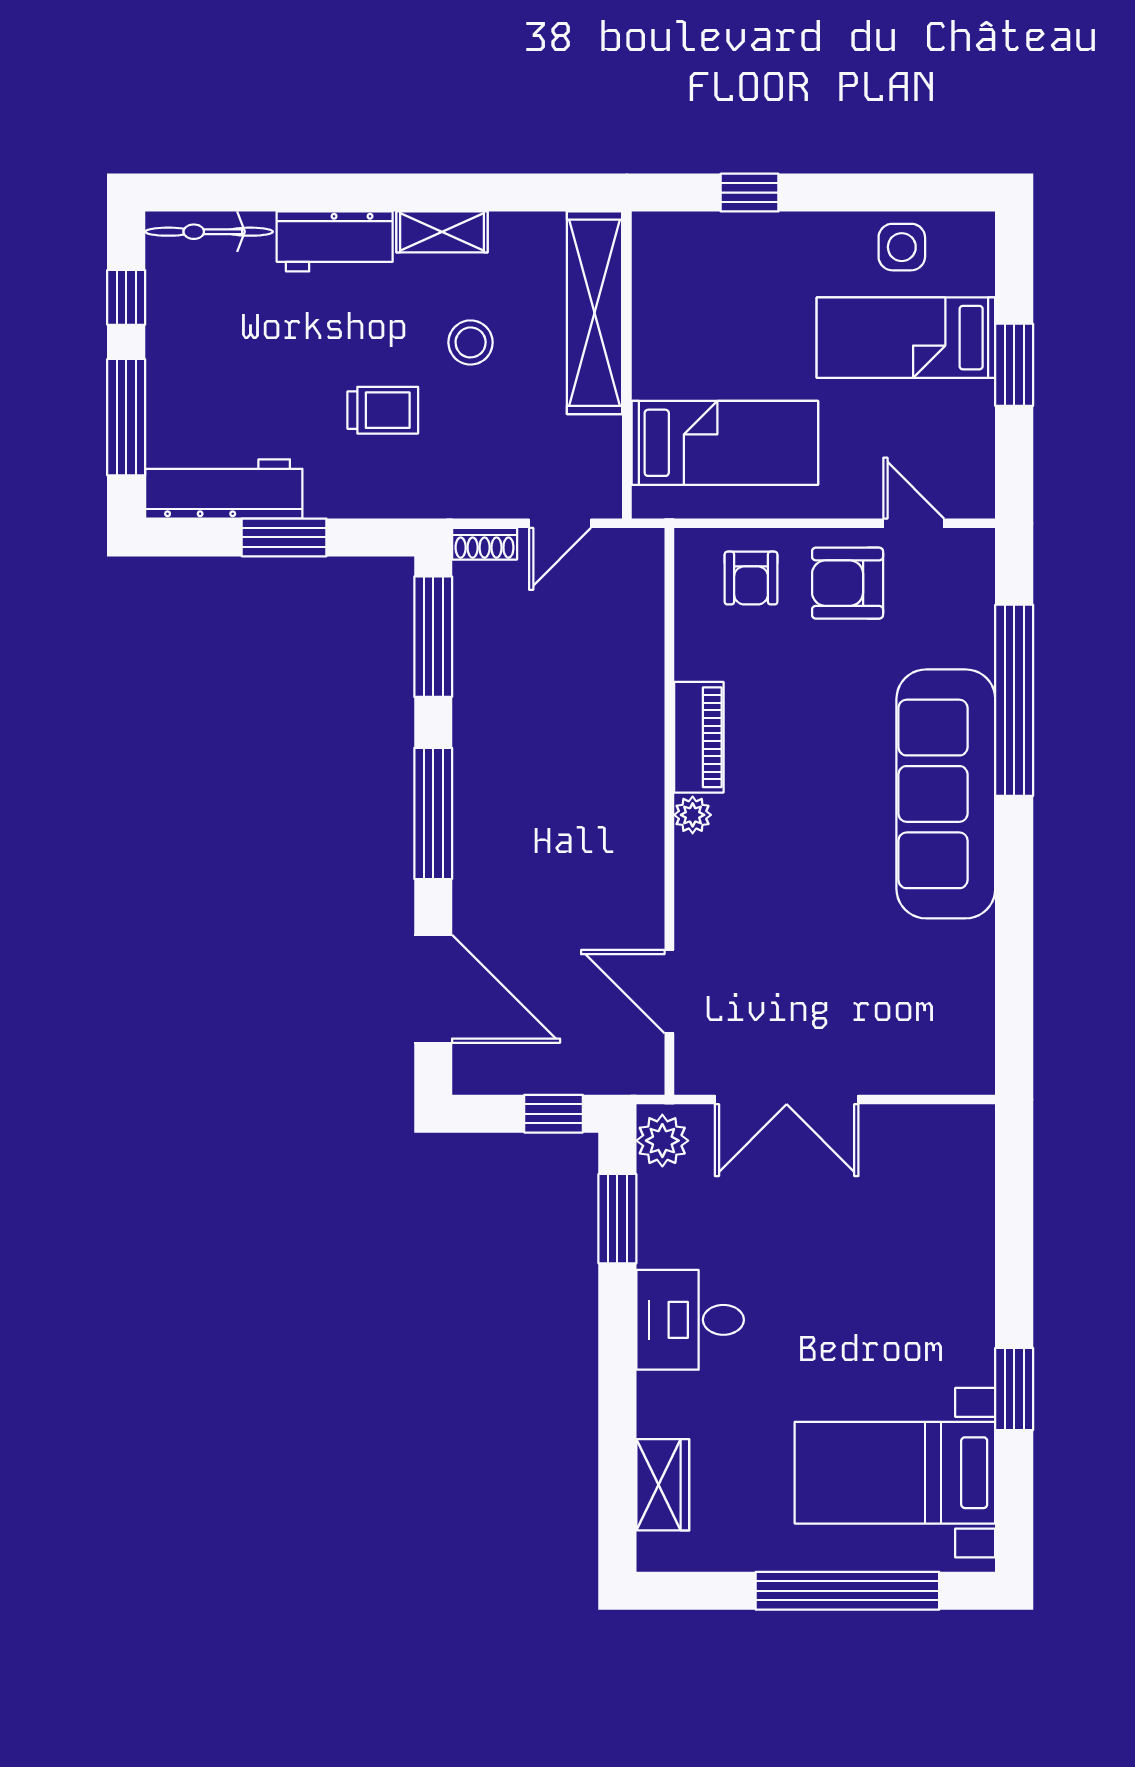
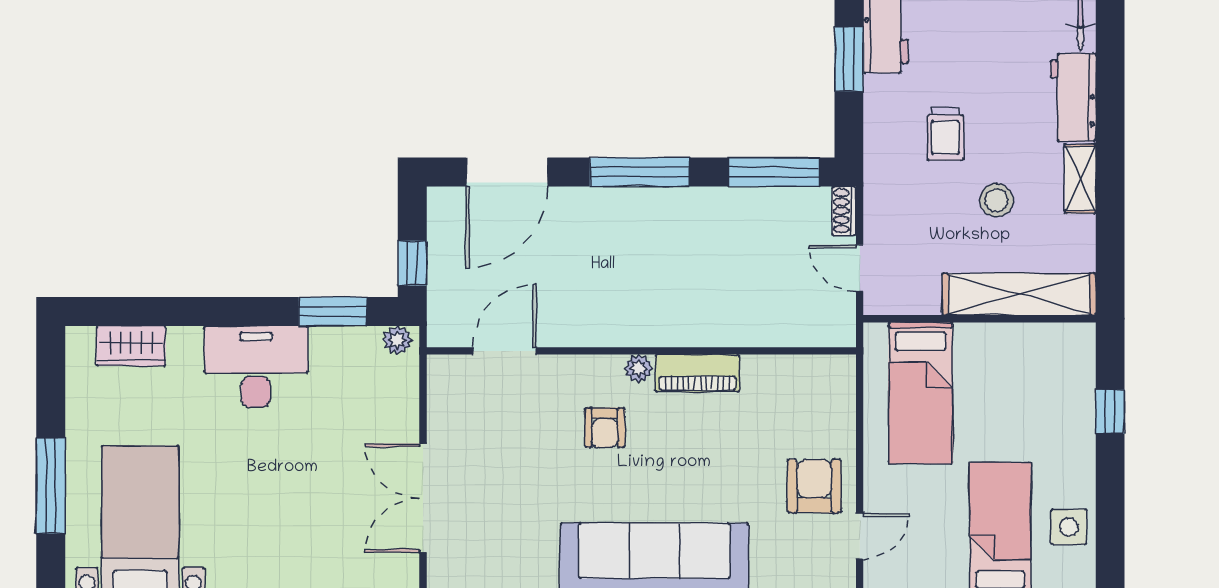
armchair: (751, 578) -> (605, 428), moved, turned -90
double door: (787, 1100) -> (423, 498), moved
plant: (662, 1141) -> (397, 340), width x0.73, depth x0.73
desk: (690, 1320) -> (256, 367), width x1.37
window: (847, 1591) -> (51, 486), width x0.68

